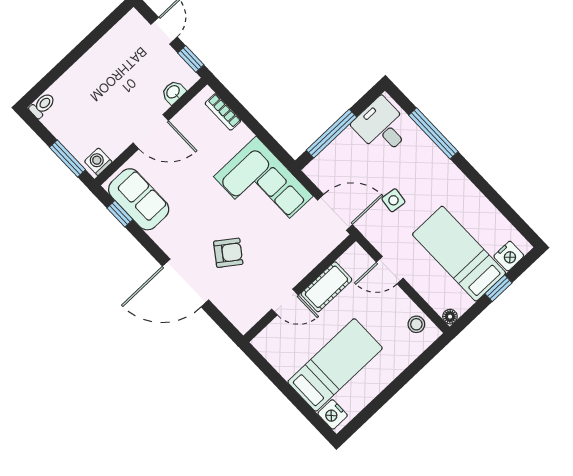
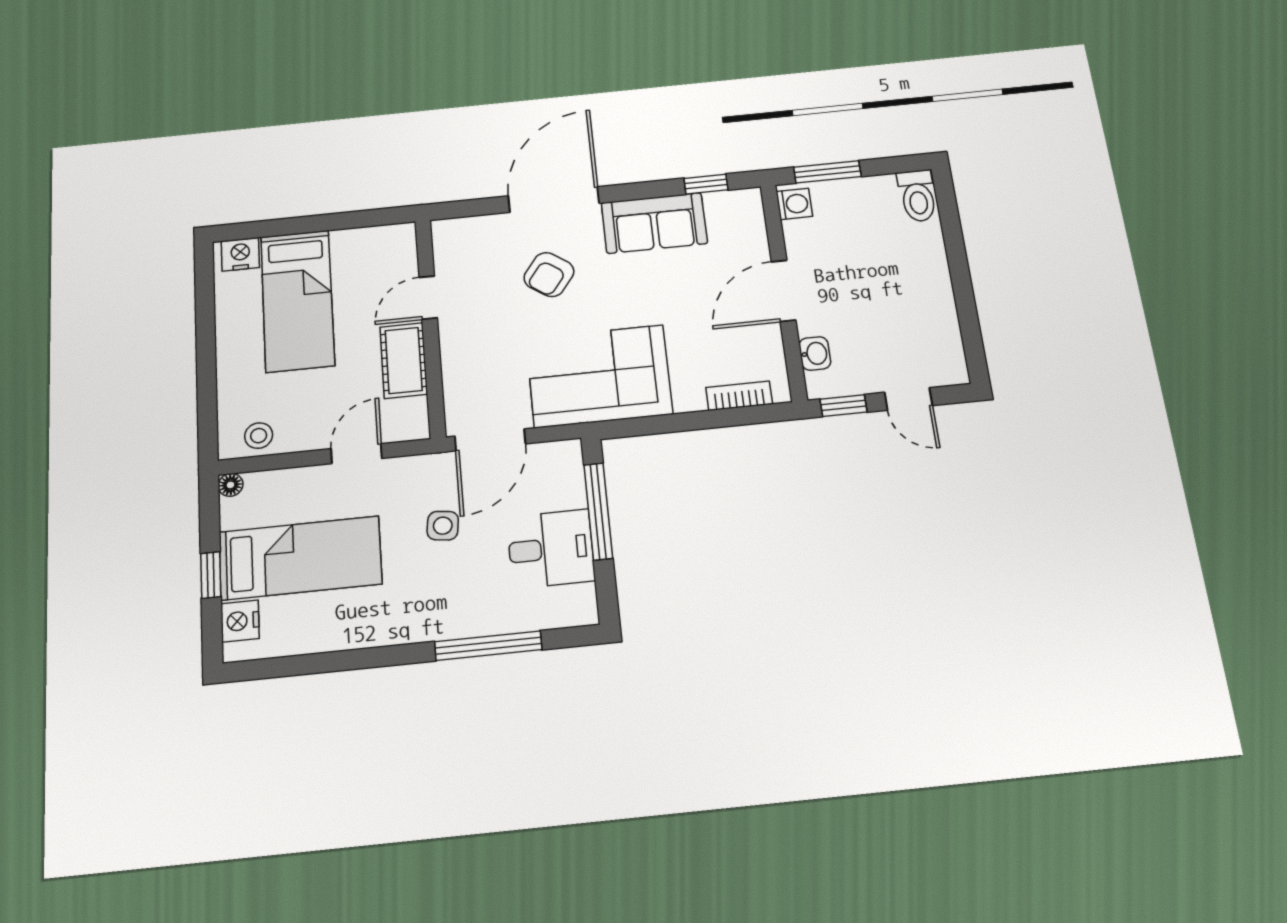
toilet: (42, 105) -> (917, 196), width x1.37, depth x1.39
desk: (382, 127) -> (551, 549), moved
sofa: (139, 199) -> (654, 223), moved

